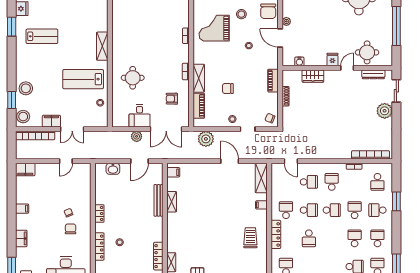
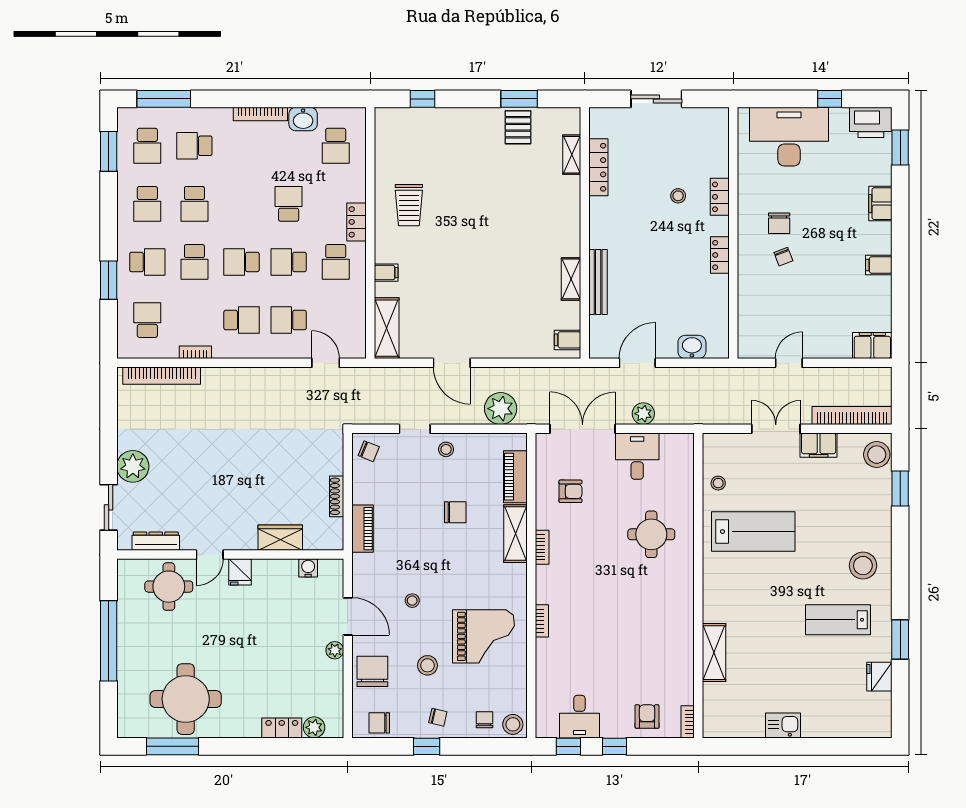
shelving: (102, 46) -> (714, 653), moved
stool: (26, 88) -> (863, 566), moved
school desk: (332, 182) -> (242, 320), turned -90
locker: (276, 234) -> (357, 222), width x0.66
locker: (99, 246) -> (720, 197), width x0.66

